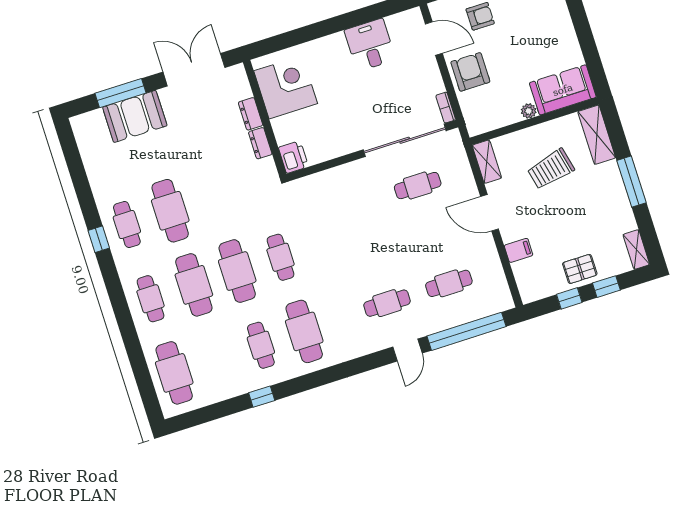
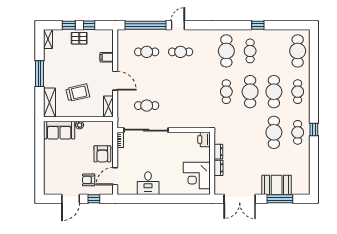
door: (434, 39) -> (115, 176), hinge flipped

